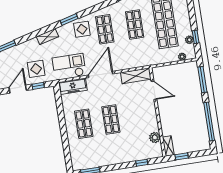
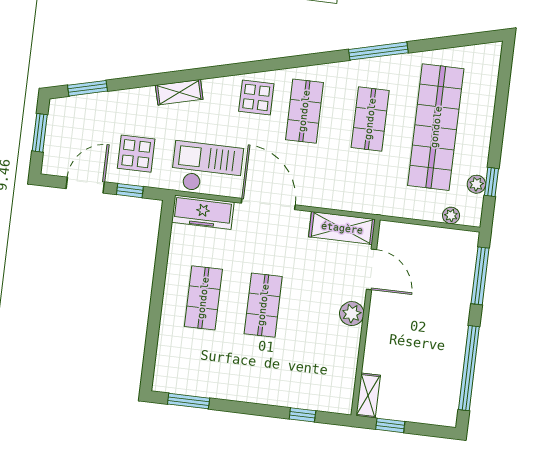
window: (69, 20) -> (235, 69), removed
door: (101, 74) -> (268, 204), hinge flipped
plant: (155, 137) -> (352, 314), moved

